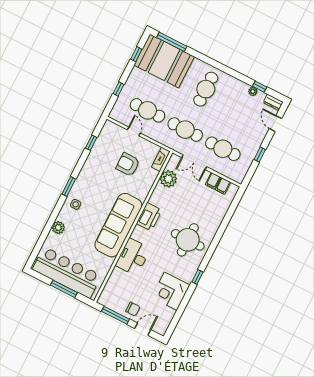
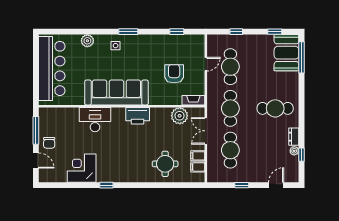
booth: (164, 61) -> (286, 53), width x0.73, depth x0.70
dresser: (273, 102) -> (294, 137), moved
round table: (188, 240) -> (165, 164), moved, width x0.73, depth x0.73
window: (64, 289) -> (36, 73), removed

